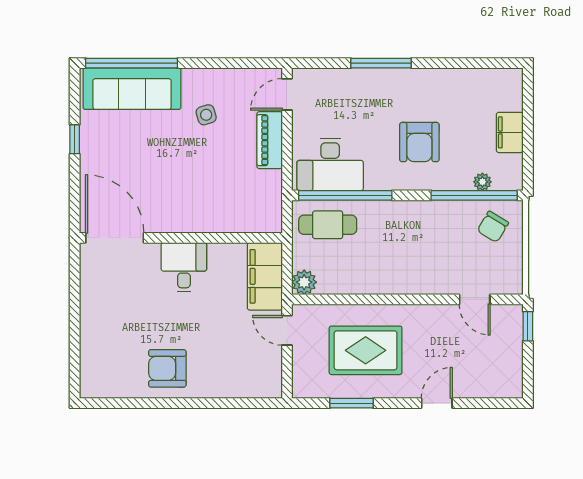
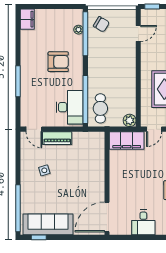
sofa: (132, 89) -> (48, 224), moved, turned -90
filing cabinet: (510, 132) -> (27, 19), moved, turned -90
window: (75, 139) -> (39, 237), moved
desk: (184, 267) -> (143, 222), moved, turned -90

